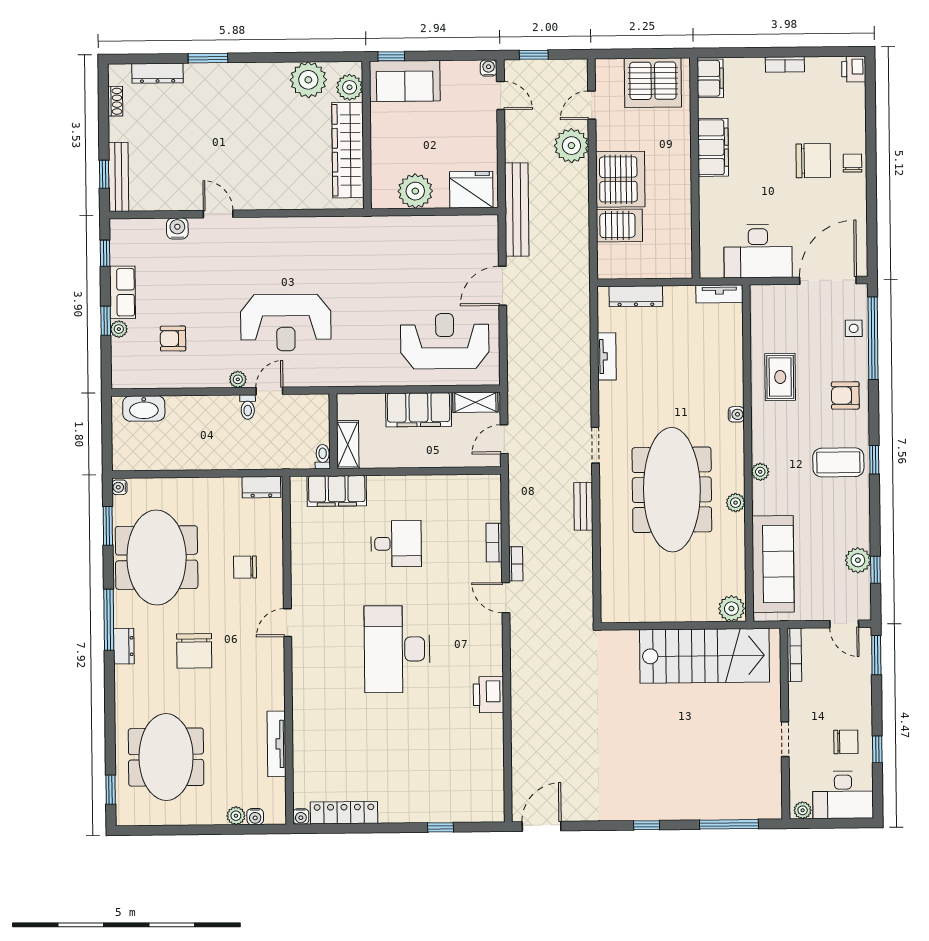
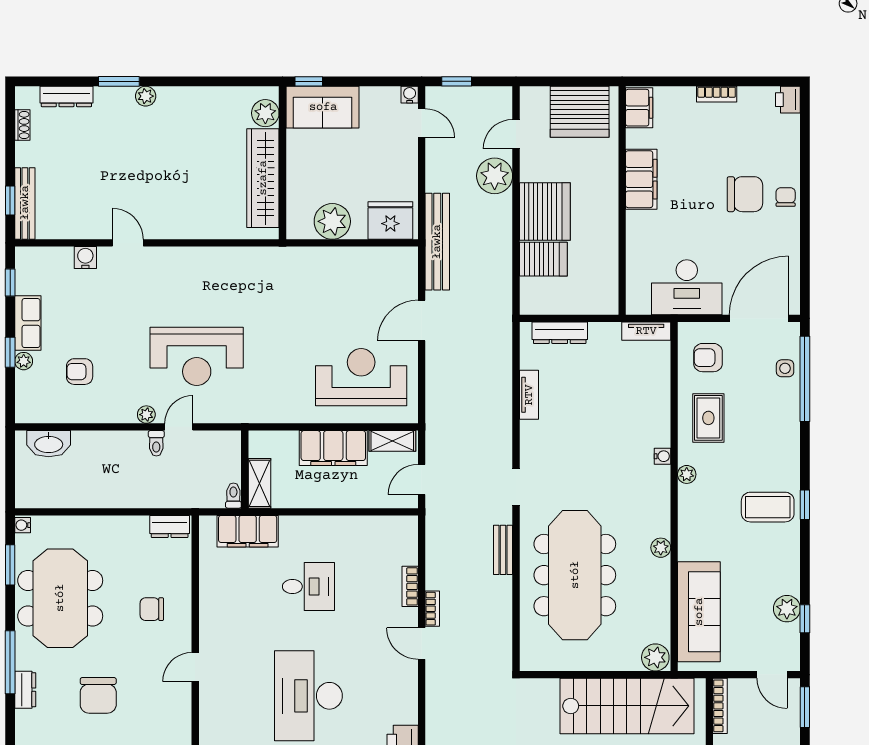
plant: (308, 80) -> (146, 96), moved, width x0.53, depth x0.53
armchair: (845, 396) -> (708, 358), moved
plant: (760, 472) -> (687, 474), moved
meeting table: (672, 490) -> (575, 575), moved

